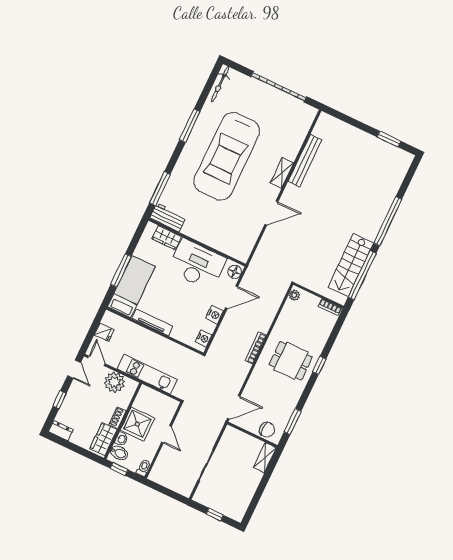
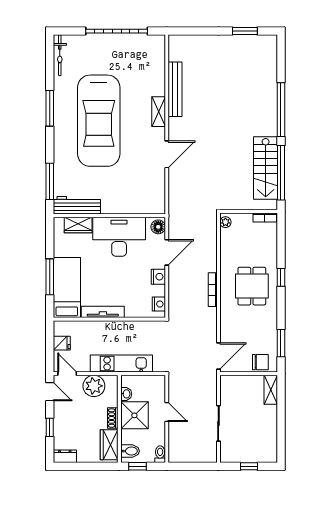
workbench: (168, 218) -> (77, 205), width x1.37
dining table: (291, 361) -> (252, 286), turned 90
washbasin: (121, 439) -> (126, 394), moved

